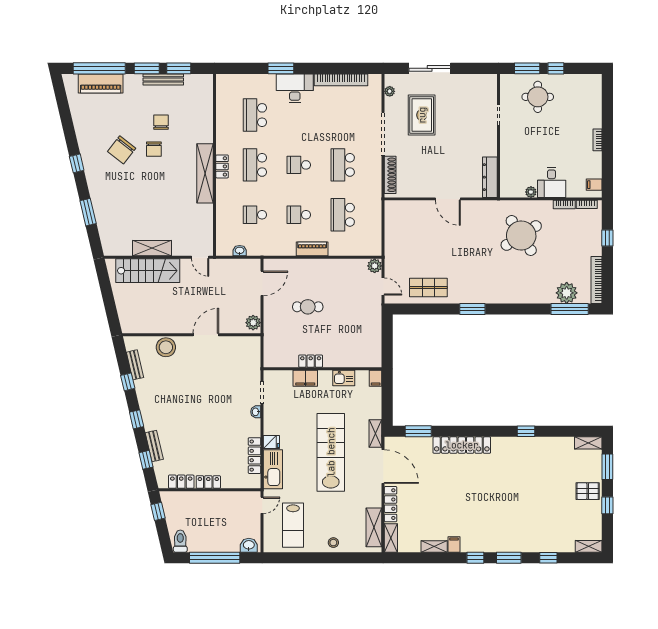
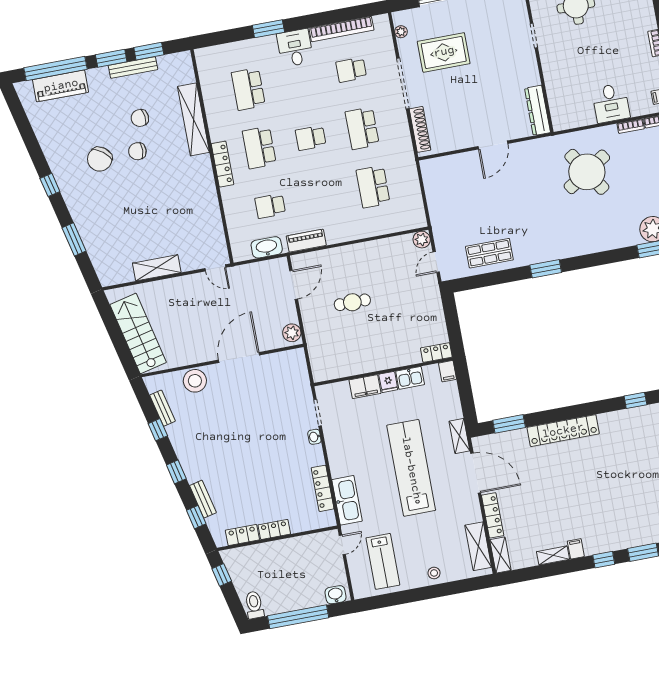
desk: (295, 88) -> (295, 48), width x0.73
rug: (422, 115) -> (444, 52), turned 90
chair: (161, 122) -> (140, 118), turned -96
chair: (154, 149) -> (137, 151), turned 92
locker: (222, 166) -> (222, 164), width x1.53
shelving: (205, 173) -> (194, 119), moved
plant: (531, 192) -> (589, 119), removed
door: (448, 199) -> (493, 145), hinge flipped
school desk: (299, 215) -> (351, 70), moved
piano: (312, 249) -> (306, 241), moved
washbasin: (240, 251) -> (267, 247), width x1.91, depth x1.45
stairs: (148, 271) -> (138, 333), moved, turned -103
door: (383, 287) -> (436, 262), swing flipped
door: (206, 335) -> (239, 357), width x1.36
locker: (311, 361) -> (436, 352), moved
fridge: (271, 442) -> (388, 382), moved, turned 90

